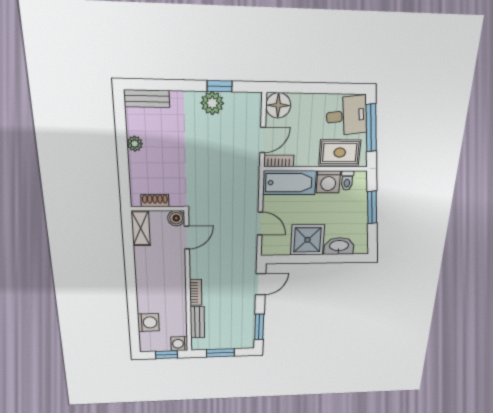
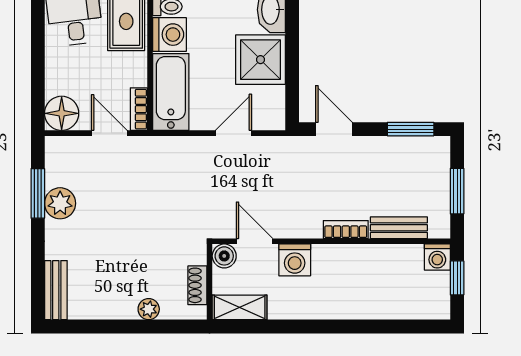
window: (220, 86) -> (38, 193), width x1.50
plant: (135, 144) -> (149, 309), moved
washing machine: (148, 322) -> (295, 260), moved, turned 180

